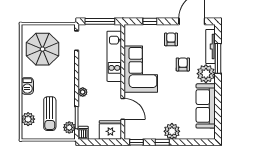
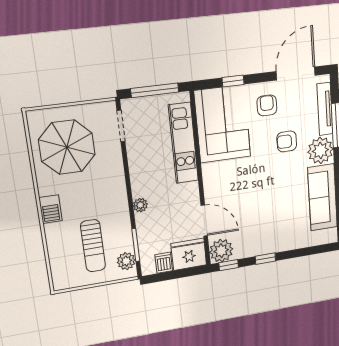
armchair: (183, 64) -> (287, 141), turned -90
corner sofa: (141, 69) -> (223, 124), moved
plant: (28, 119) -> (60, 260), removed
plant: (172, 131) -> (221, 251), moved
dishwasher: (83, 133) -> (164, 263), moved

